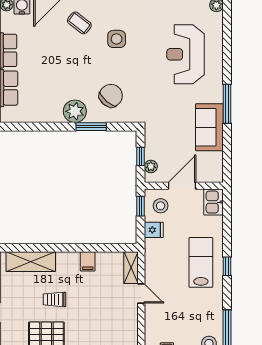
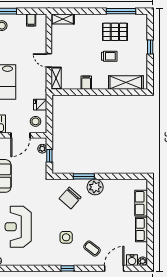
reception desk: (185, 54) -> (18, 227), turned 180
window: (141, 206) -> (49, 121), removed

